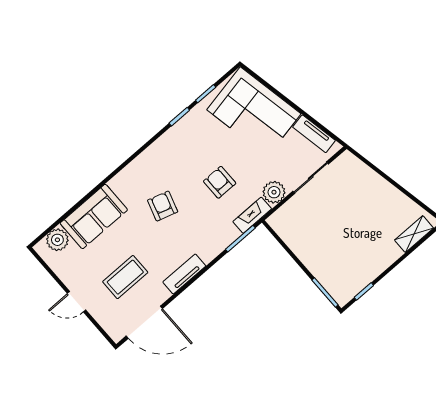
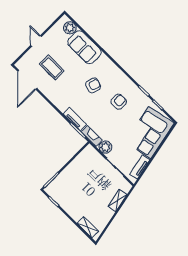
shelving: (370, 178) -> (117, 201), added
armchair: (220, 182) -> (119, 102), moved
tv unit: (184, 274) -> (75, 119), moved

